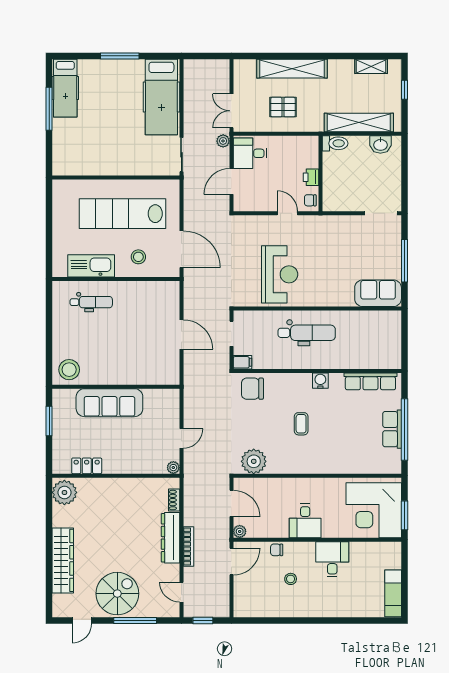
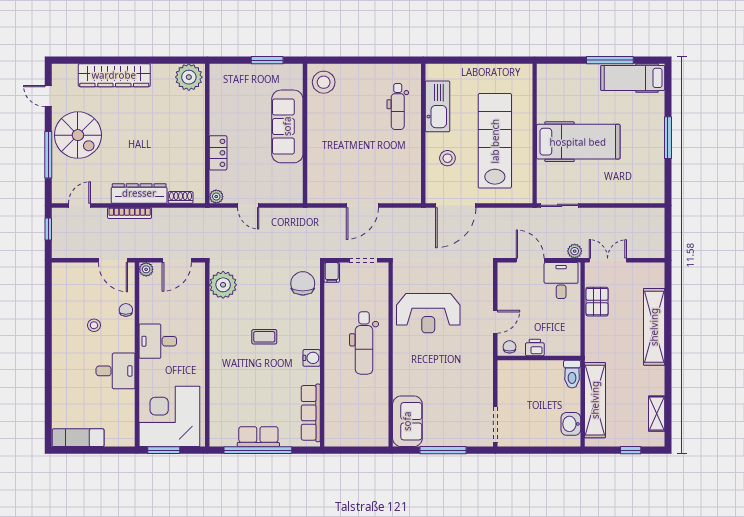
hospital bed: (161, 97) -> (578, 142), moved, turned 180
pallet: (283, 107) -> (597, 302), moved
locker: (87, 466) -> (218, 153), moved

